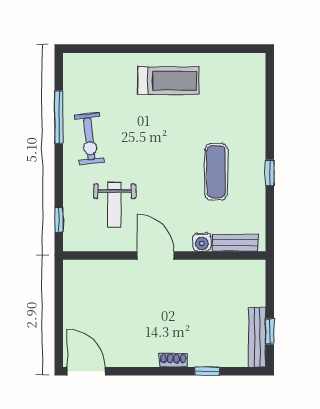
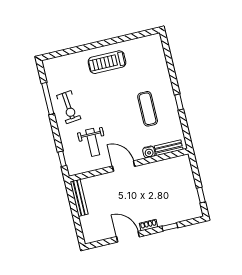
treadmill: (168, 81) -> (107, 62), turned 180
bench: (257, 337) -> (79, 198), moved
door: (86, 371) -> (128, 237), moved

